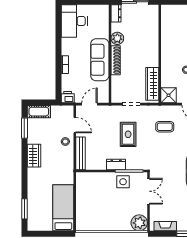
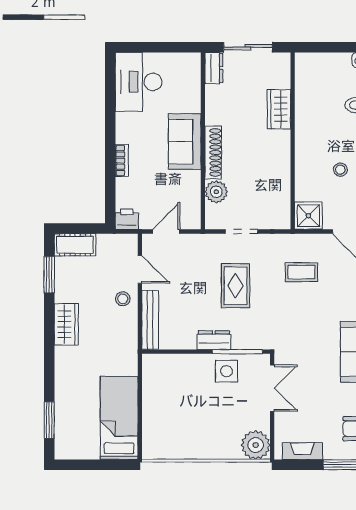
plant: (117, 38) -> (216, 192), moved
sofa: (100, 60) -> (185, 142), width x0.73
wardrobe: (152, 84) -> (279, 109), moved, width x0.67

